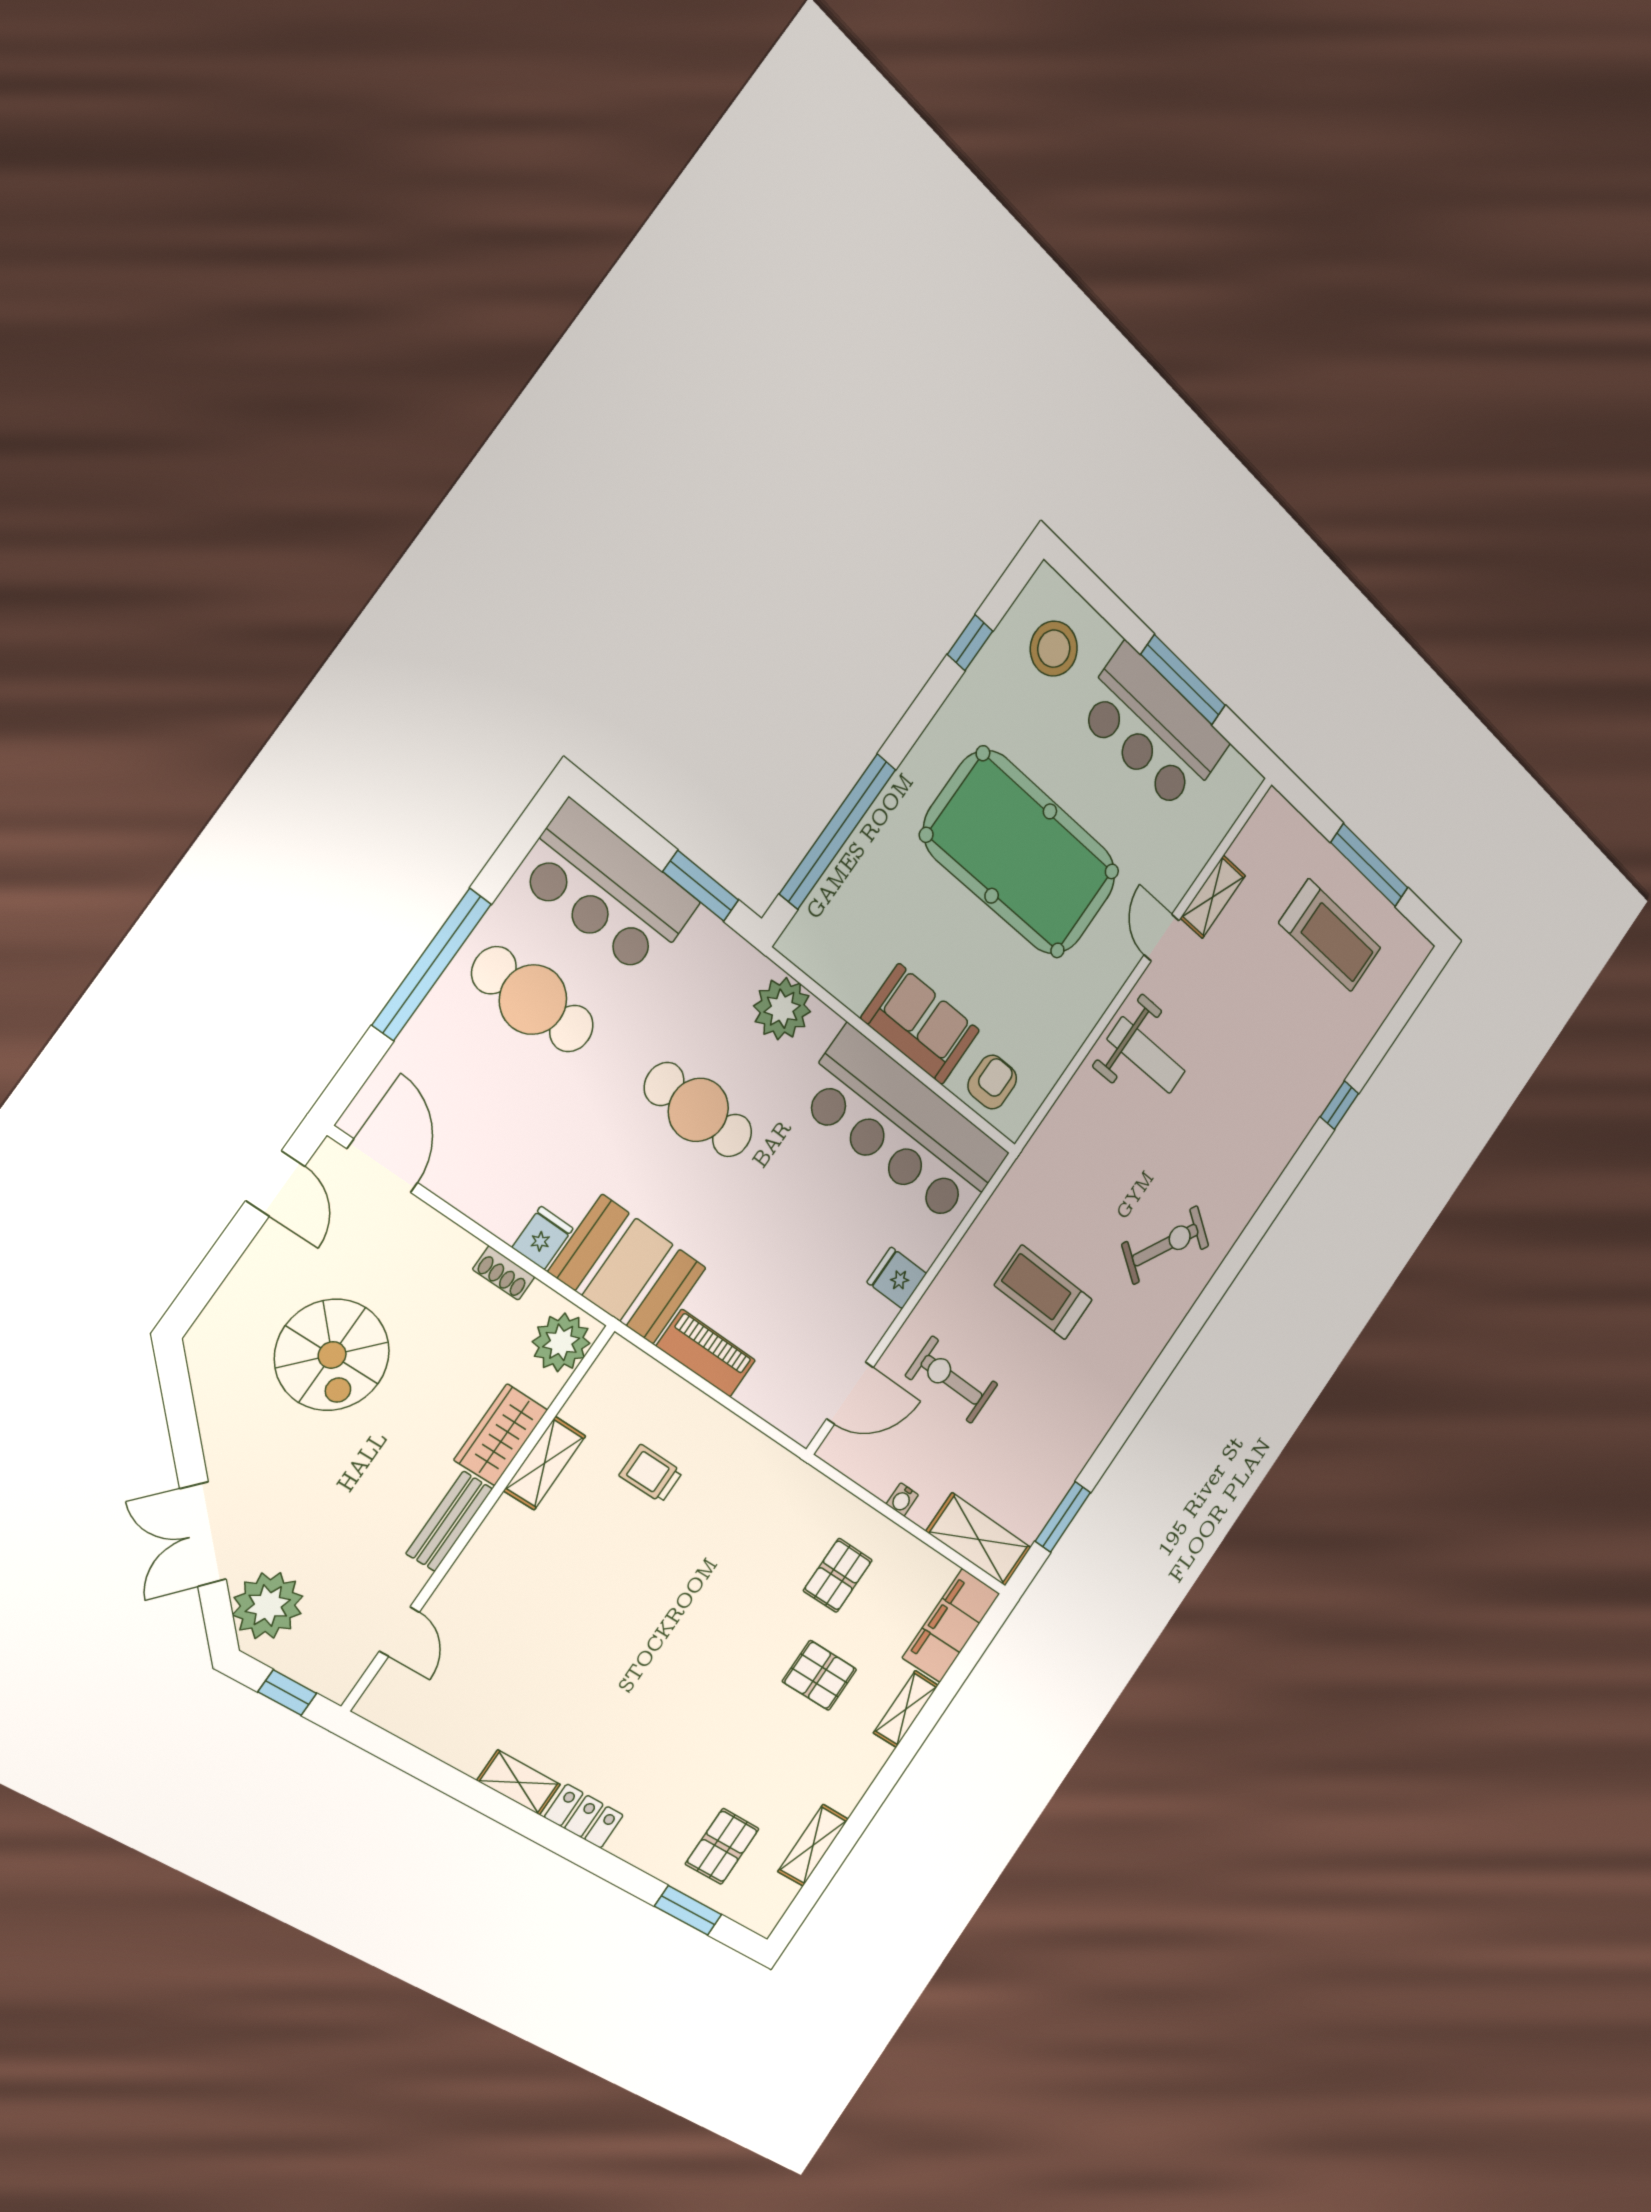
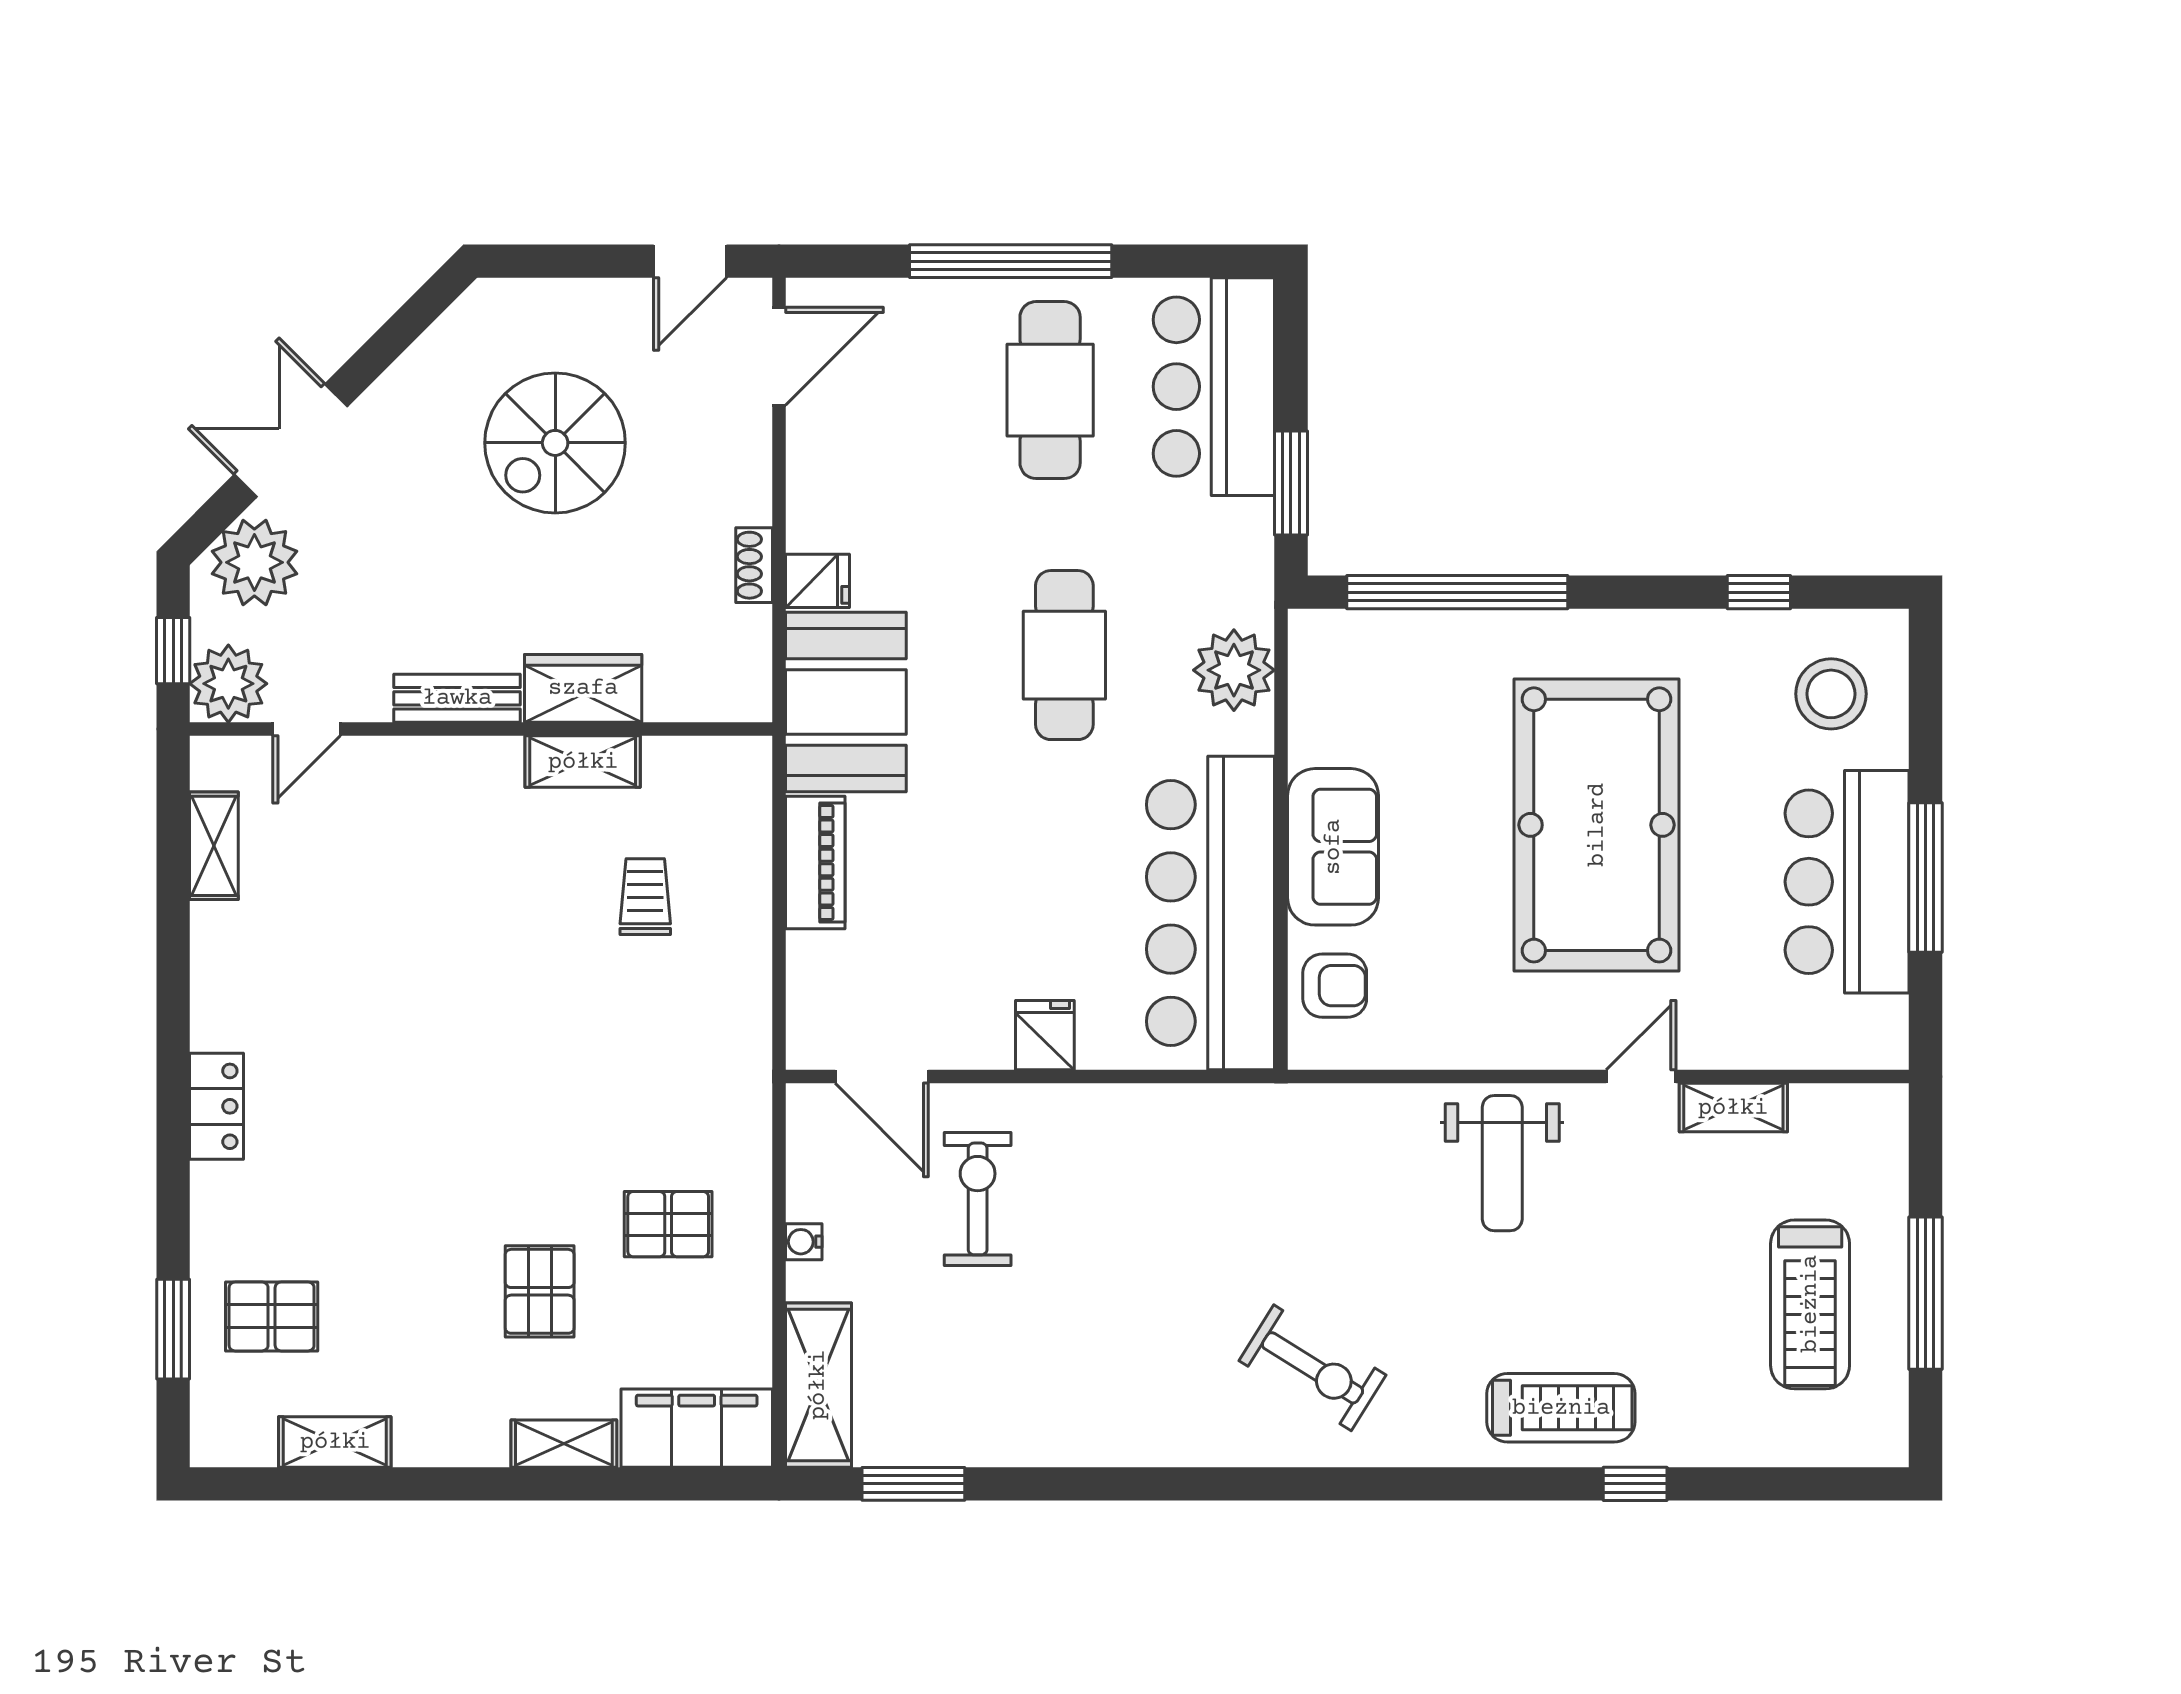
treadmill: (1043, 1292) -> (1561, 1408), moved, turned 90
plant: (561, 1342) -> (228, 684), moved
shelving: (519, 1782) -> (214, 846), moved

